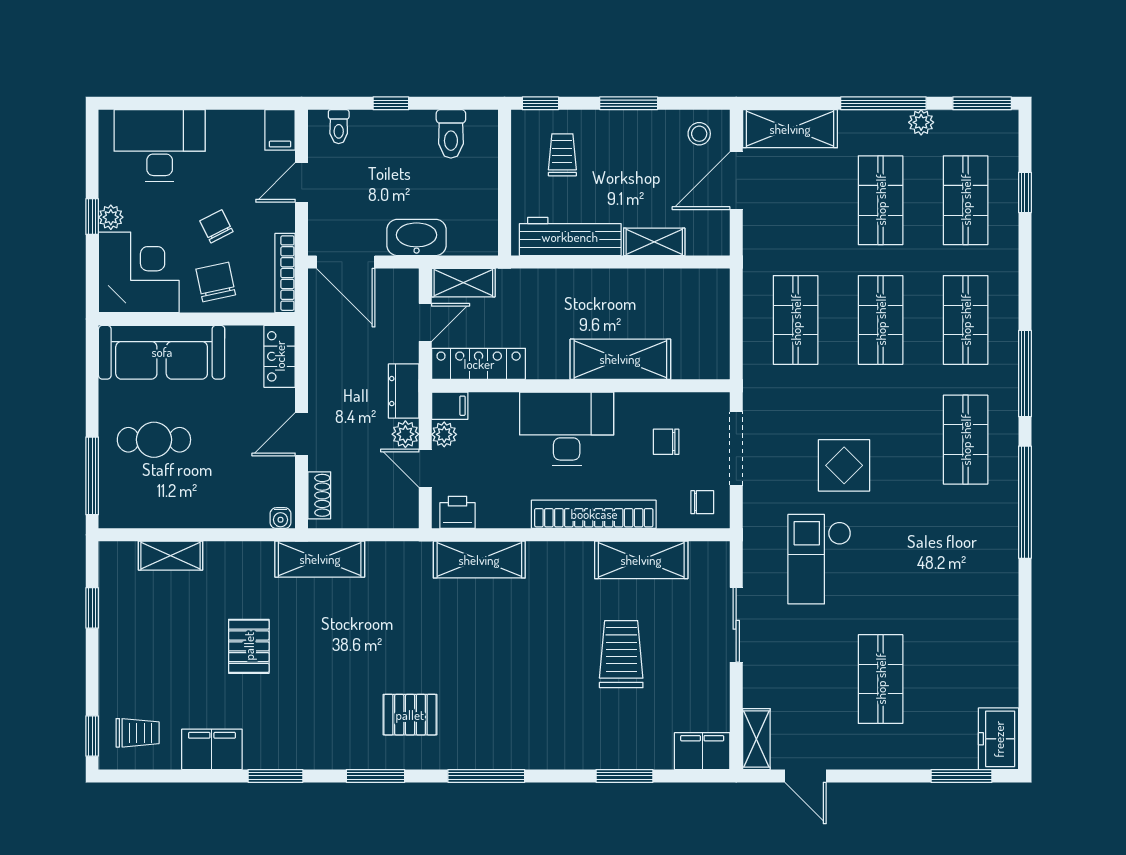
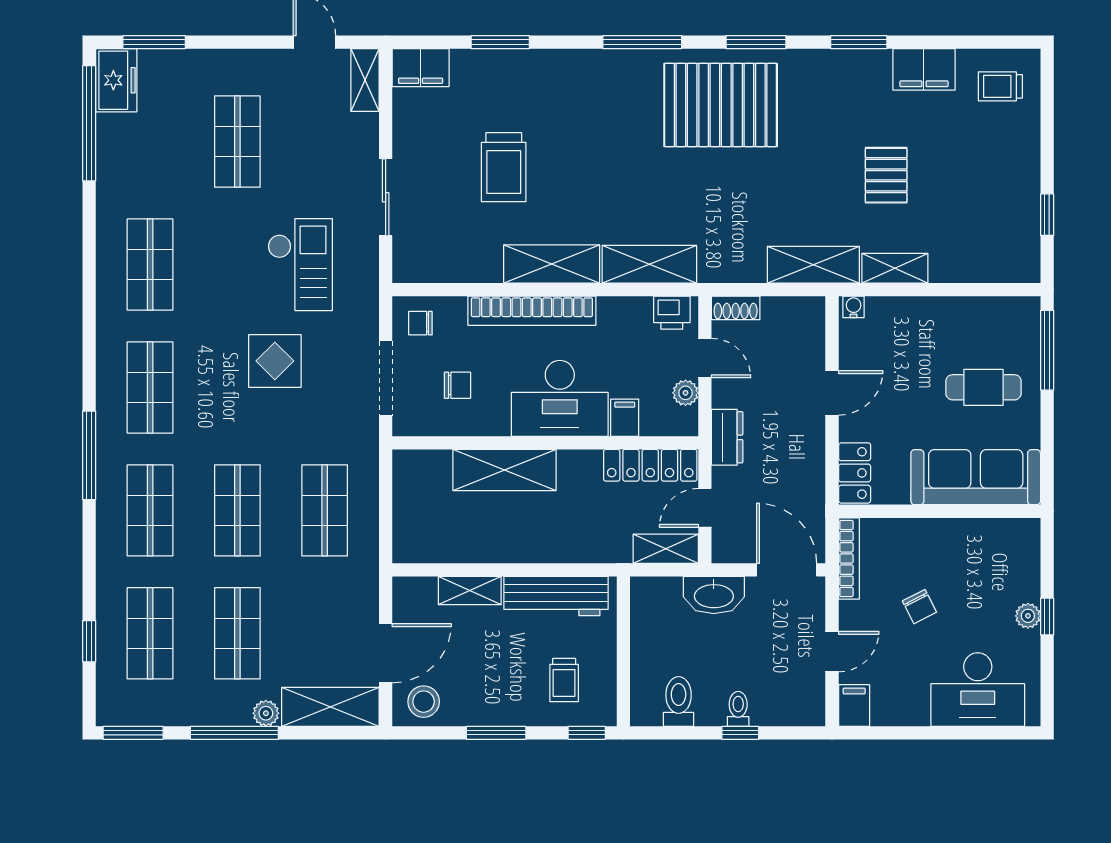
plant: (921, 122) -> (266, 713), moved
toilet: (339, 127) -> (738, 709), moved
stool: (699, 134) -> (424, 702), width x1.37, depth x1.37
corner desk: (139, 272) -> (999, 559), removed
chair: (216, 282) -> (920, 549), removed
filing cabinet: (450, 406) -> (625, 418), moved, turned 90
plant: (405, 434) -> (725, 393), removed
shoe rack: (319, 495) -> (736, 308), moved, turned -90
window: (1025, 502) -> (89, 123), moved
shelving: (171, 556) -> (895, 268), moved
shop shelf: (966, 559) -> (150, 264), added
shelving: (641, 560) -> (552, 264), moved
pallet: (410, 715) -> (721, 105), width x2.05, depth x2.00
window: (92, 736) -> (1047, 83), removed

